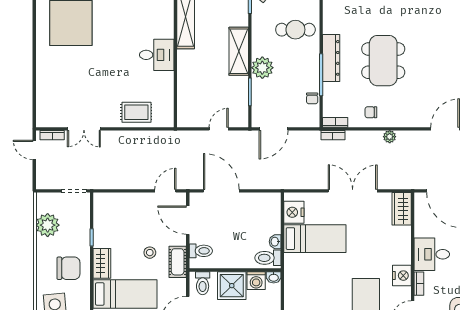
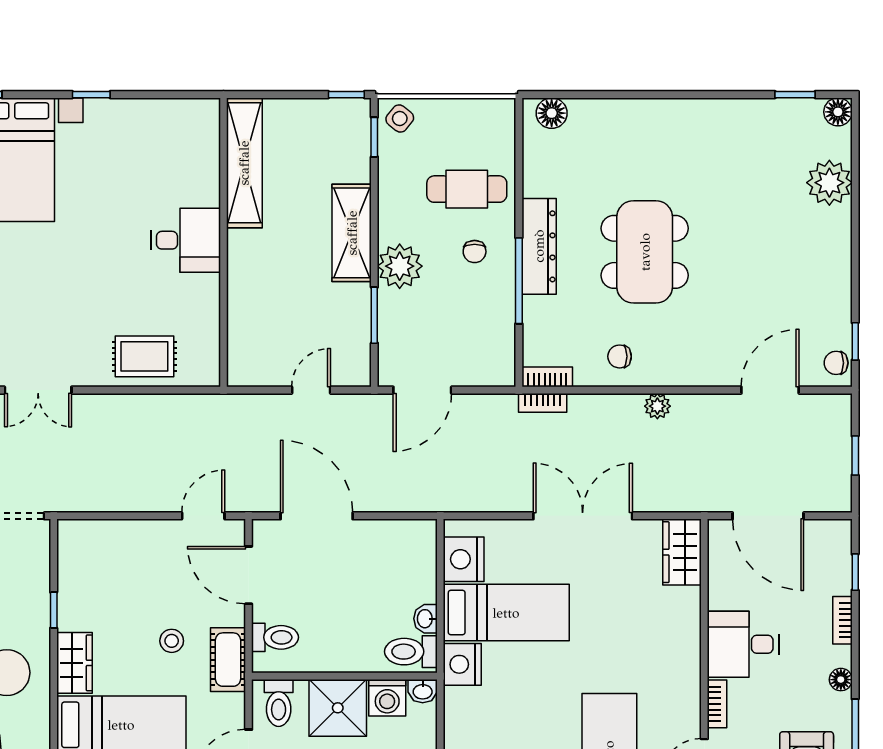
chair: (312, 98) -> (475, 252), moved
nightstand: (402, 276) -> (462, 664), moved, turned 180

